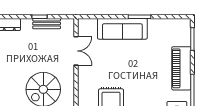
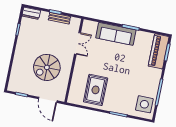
piano: (181, 68) -> (159, 51), moved

